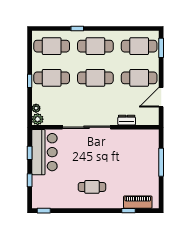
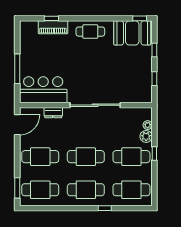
door: (161, 97) -> (17, 125), moved
plant: (38, 119) -> (146, 136), moved
bar counter: (44, 152) -> (43, 90), moved, turned 90
cafe table: (92, 187) -> (90, 32), moved
booth: (51, 197) -> (132, 33), added
piano: (138, 202) -> (53, 27), moved

